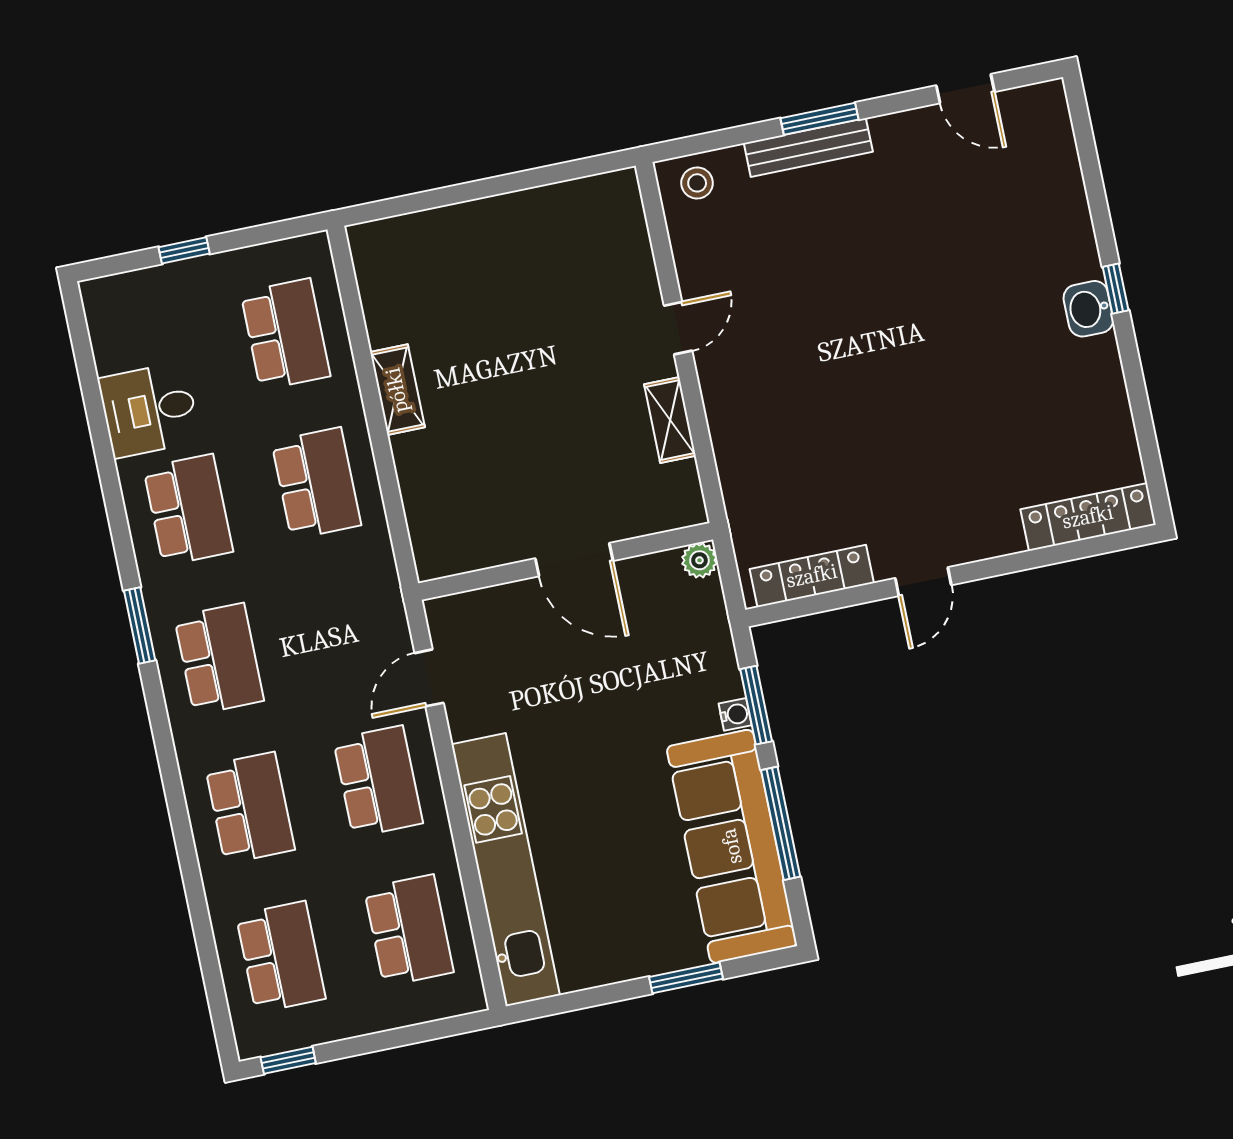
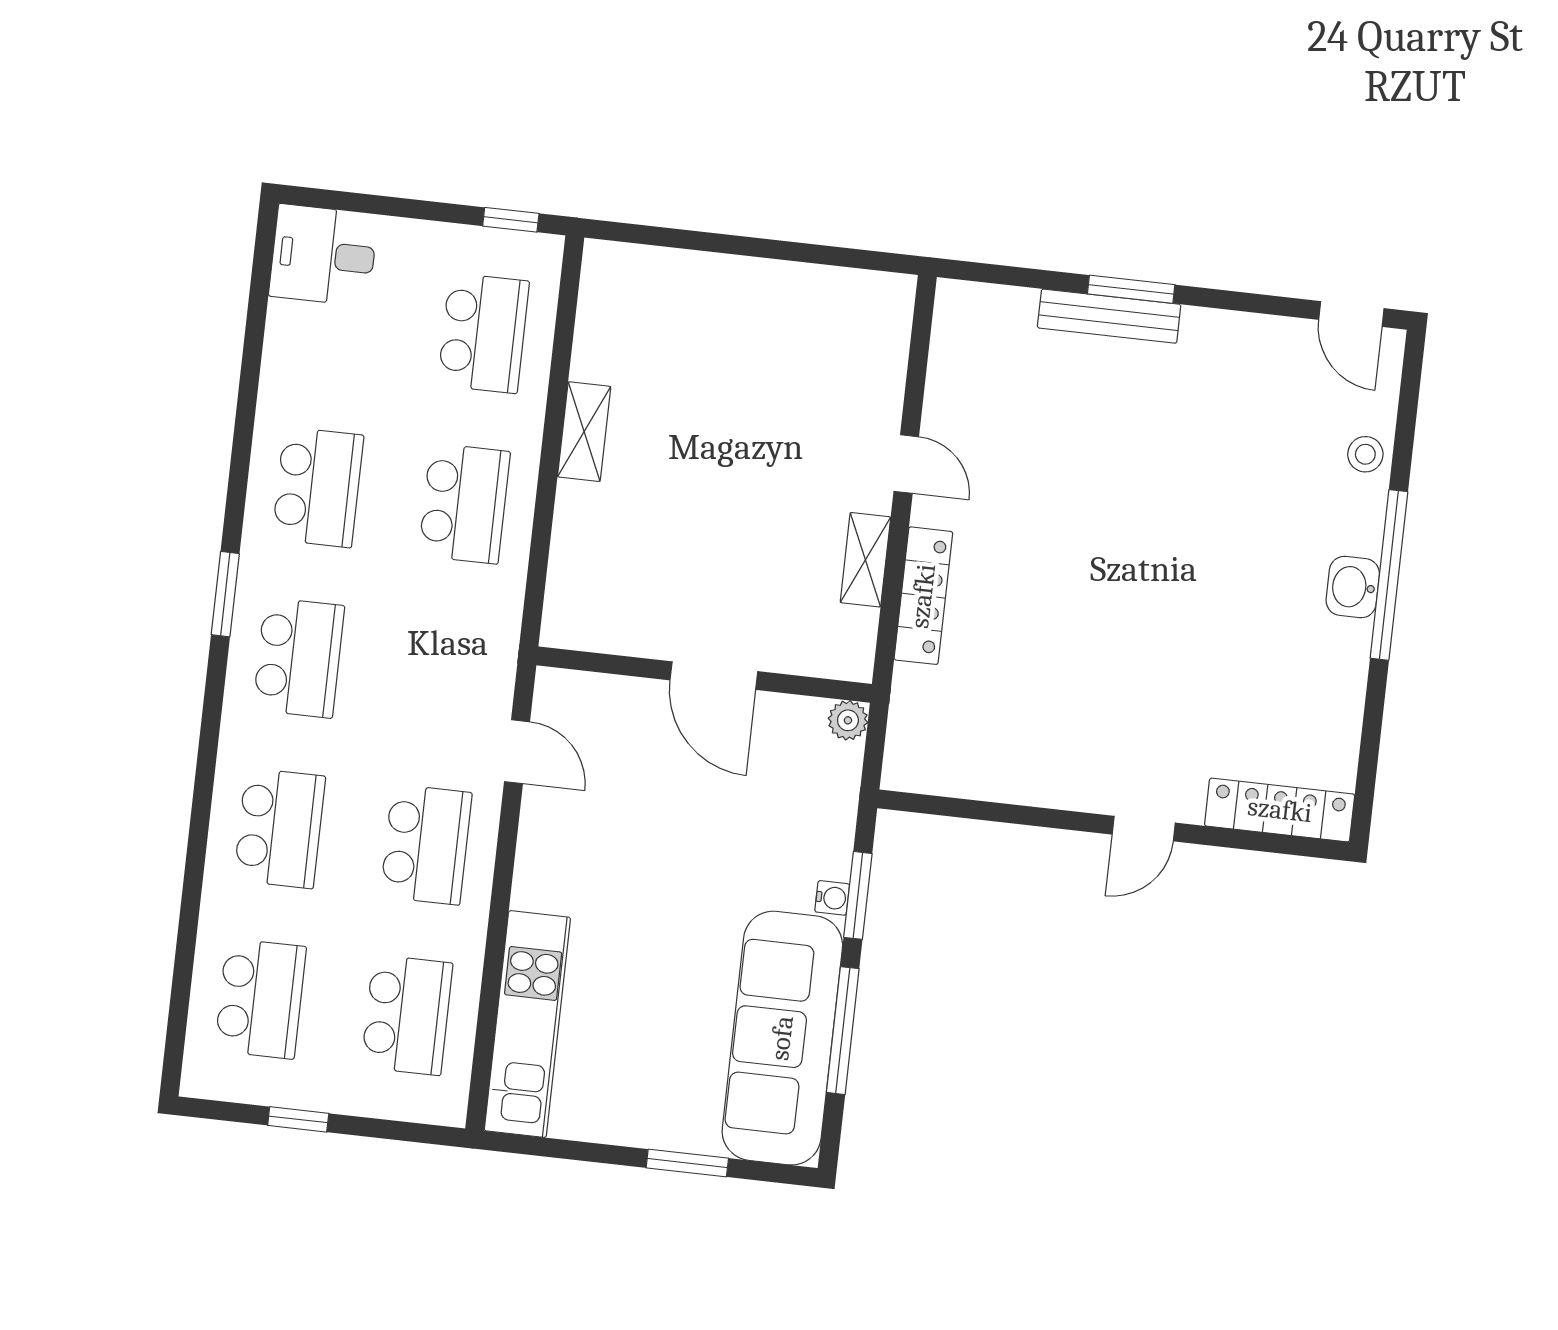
door: (965, 89) -> (1351, 314), moved
stool: (697, 183) -> (1365, 454), moved
window: (184, 250) -> (511, 220), moved
window: (1116, 289) -> (1389, 575), width x3.17
door: (678, 328) -> (906, 464), hinge flipped
desk: (149, 410) -> (323, 255), moved
locker: (812, 576) -> (923, 596), moved, turned 90
door: (923, 582) -> (1144, 829), moved
door: (429, 678) -> (517, 752), swing flipped
kitchen unit: (506, 870) -> (527, 1024), width x0.73
window: (288, 1060) -> (298, 1119), moved

